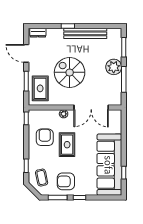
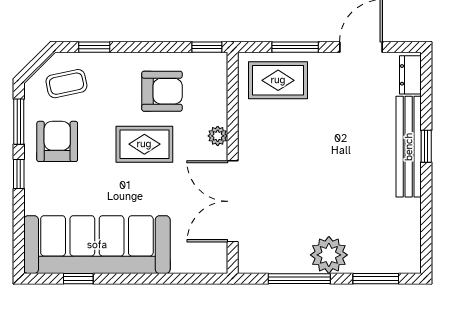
bench: (85, 33) -> (409, 147), moved
spiral stairs: (70, 72) -> (316, 150), removed

